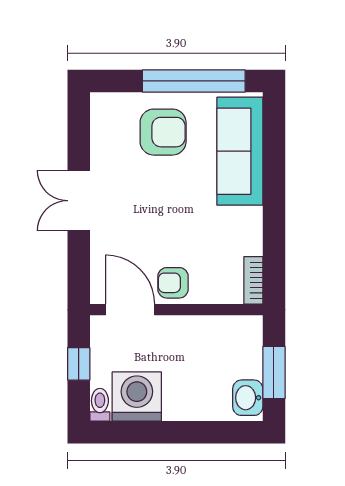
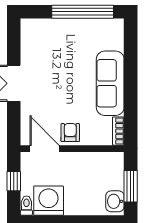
armchair: (163, 132) -> (64, 42), removed
sofa: (240, 151) -> (110, 83), moved
armchair: (173, 283) -> (70, 133), turned 90

